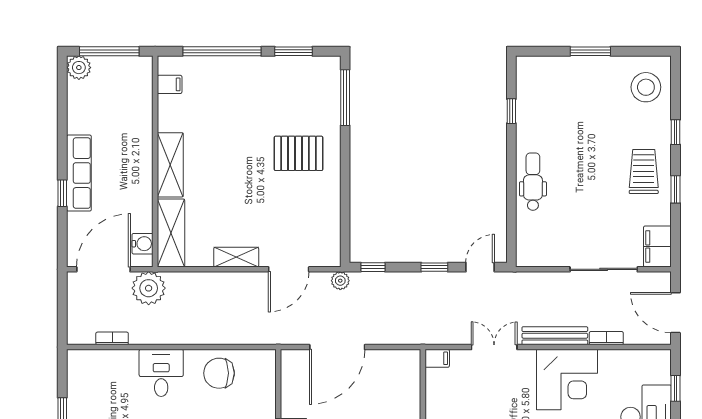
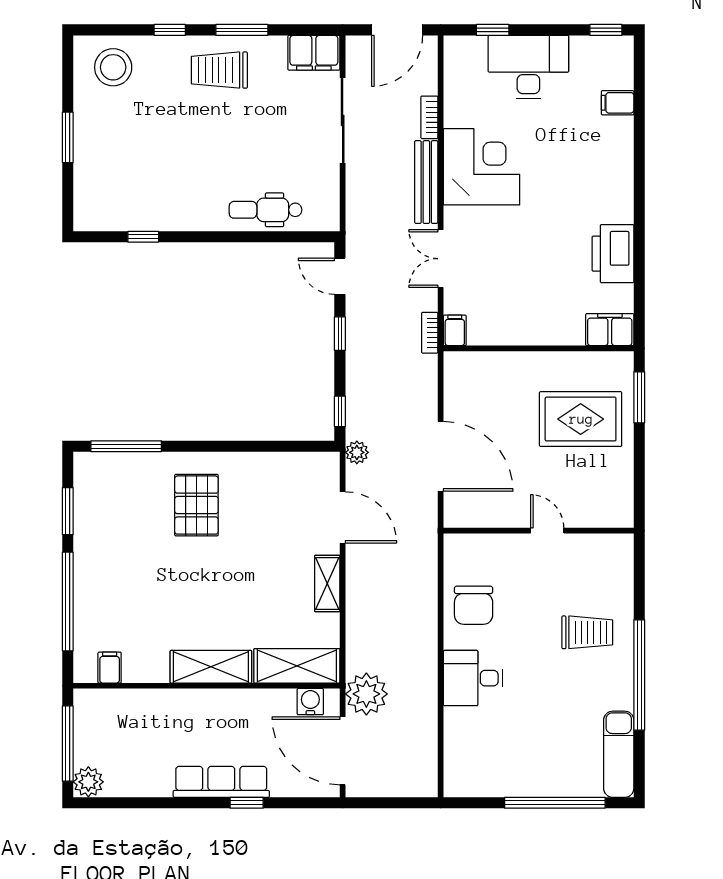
dental chair: (533, 182) -> (265, 210), moved
window: (676, 189) -> (242, 30), width x1.50
bookcase: (112, 338) -> (430, 333), moved

